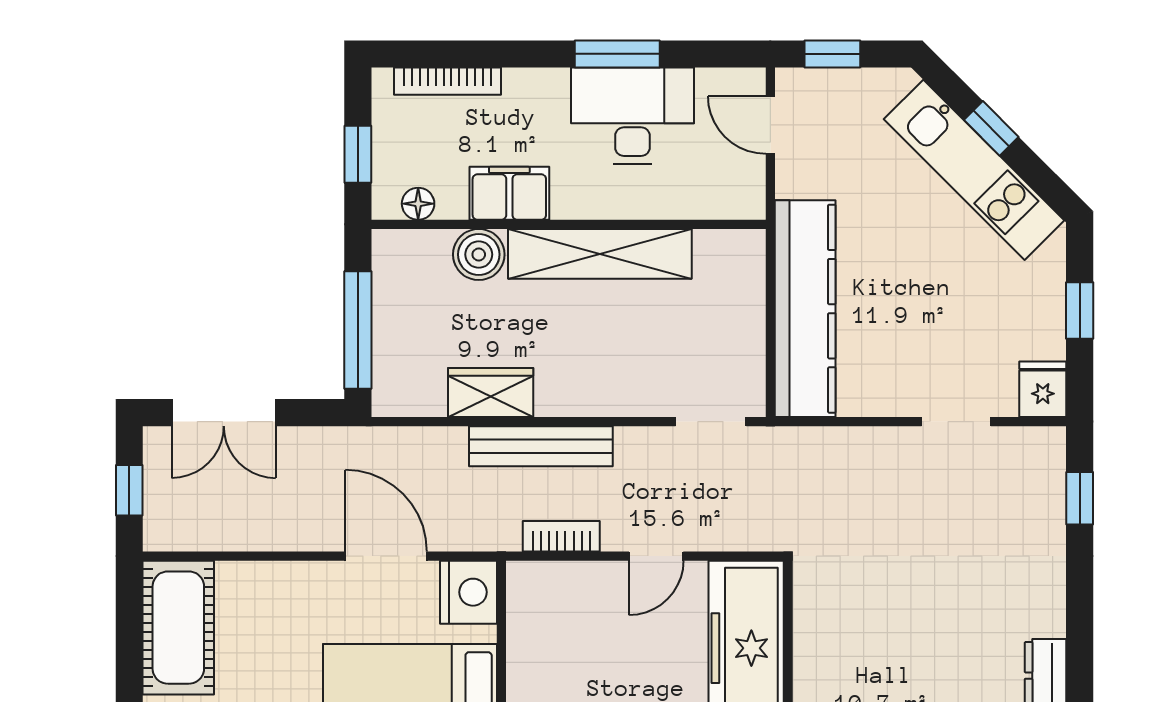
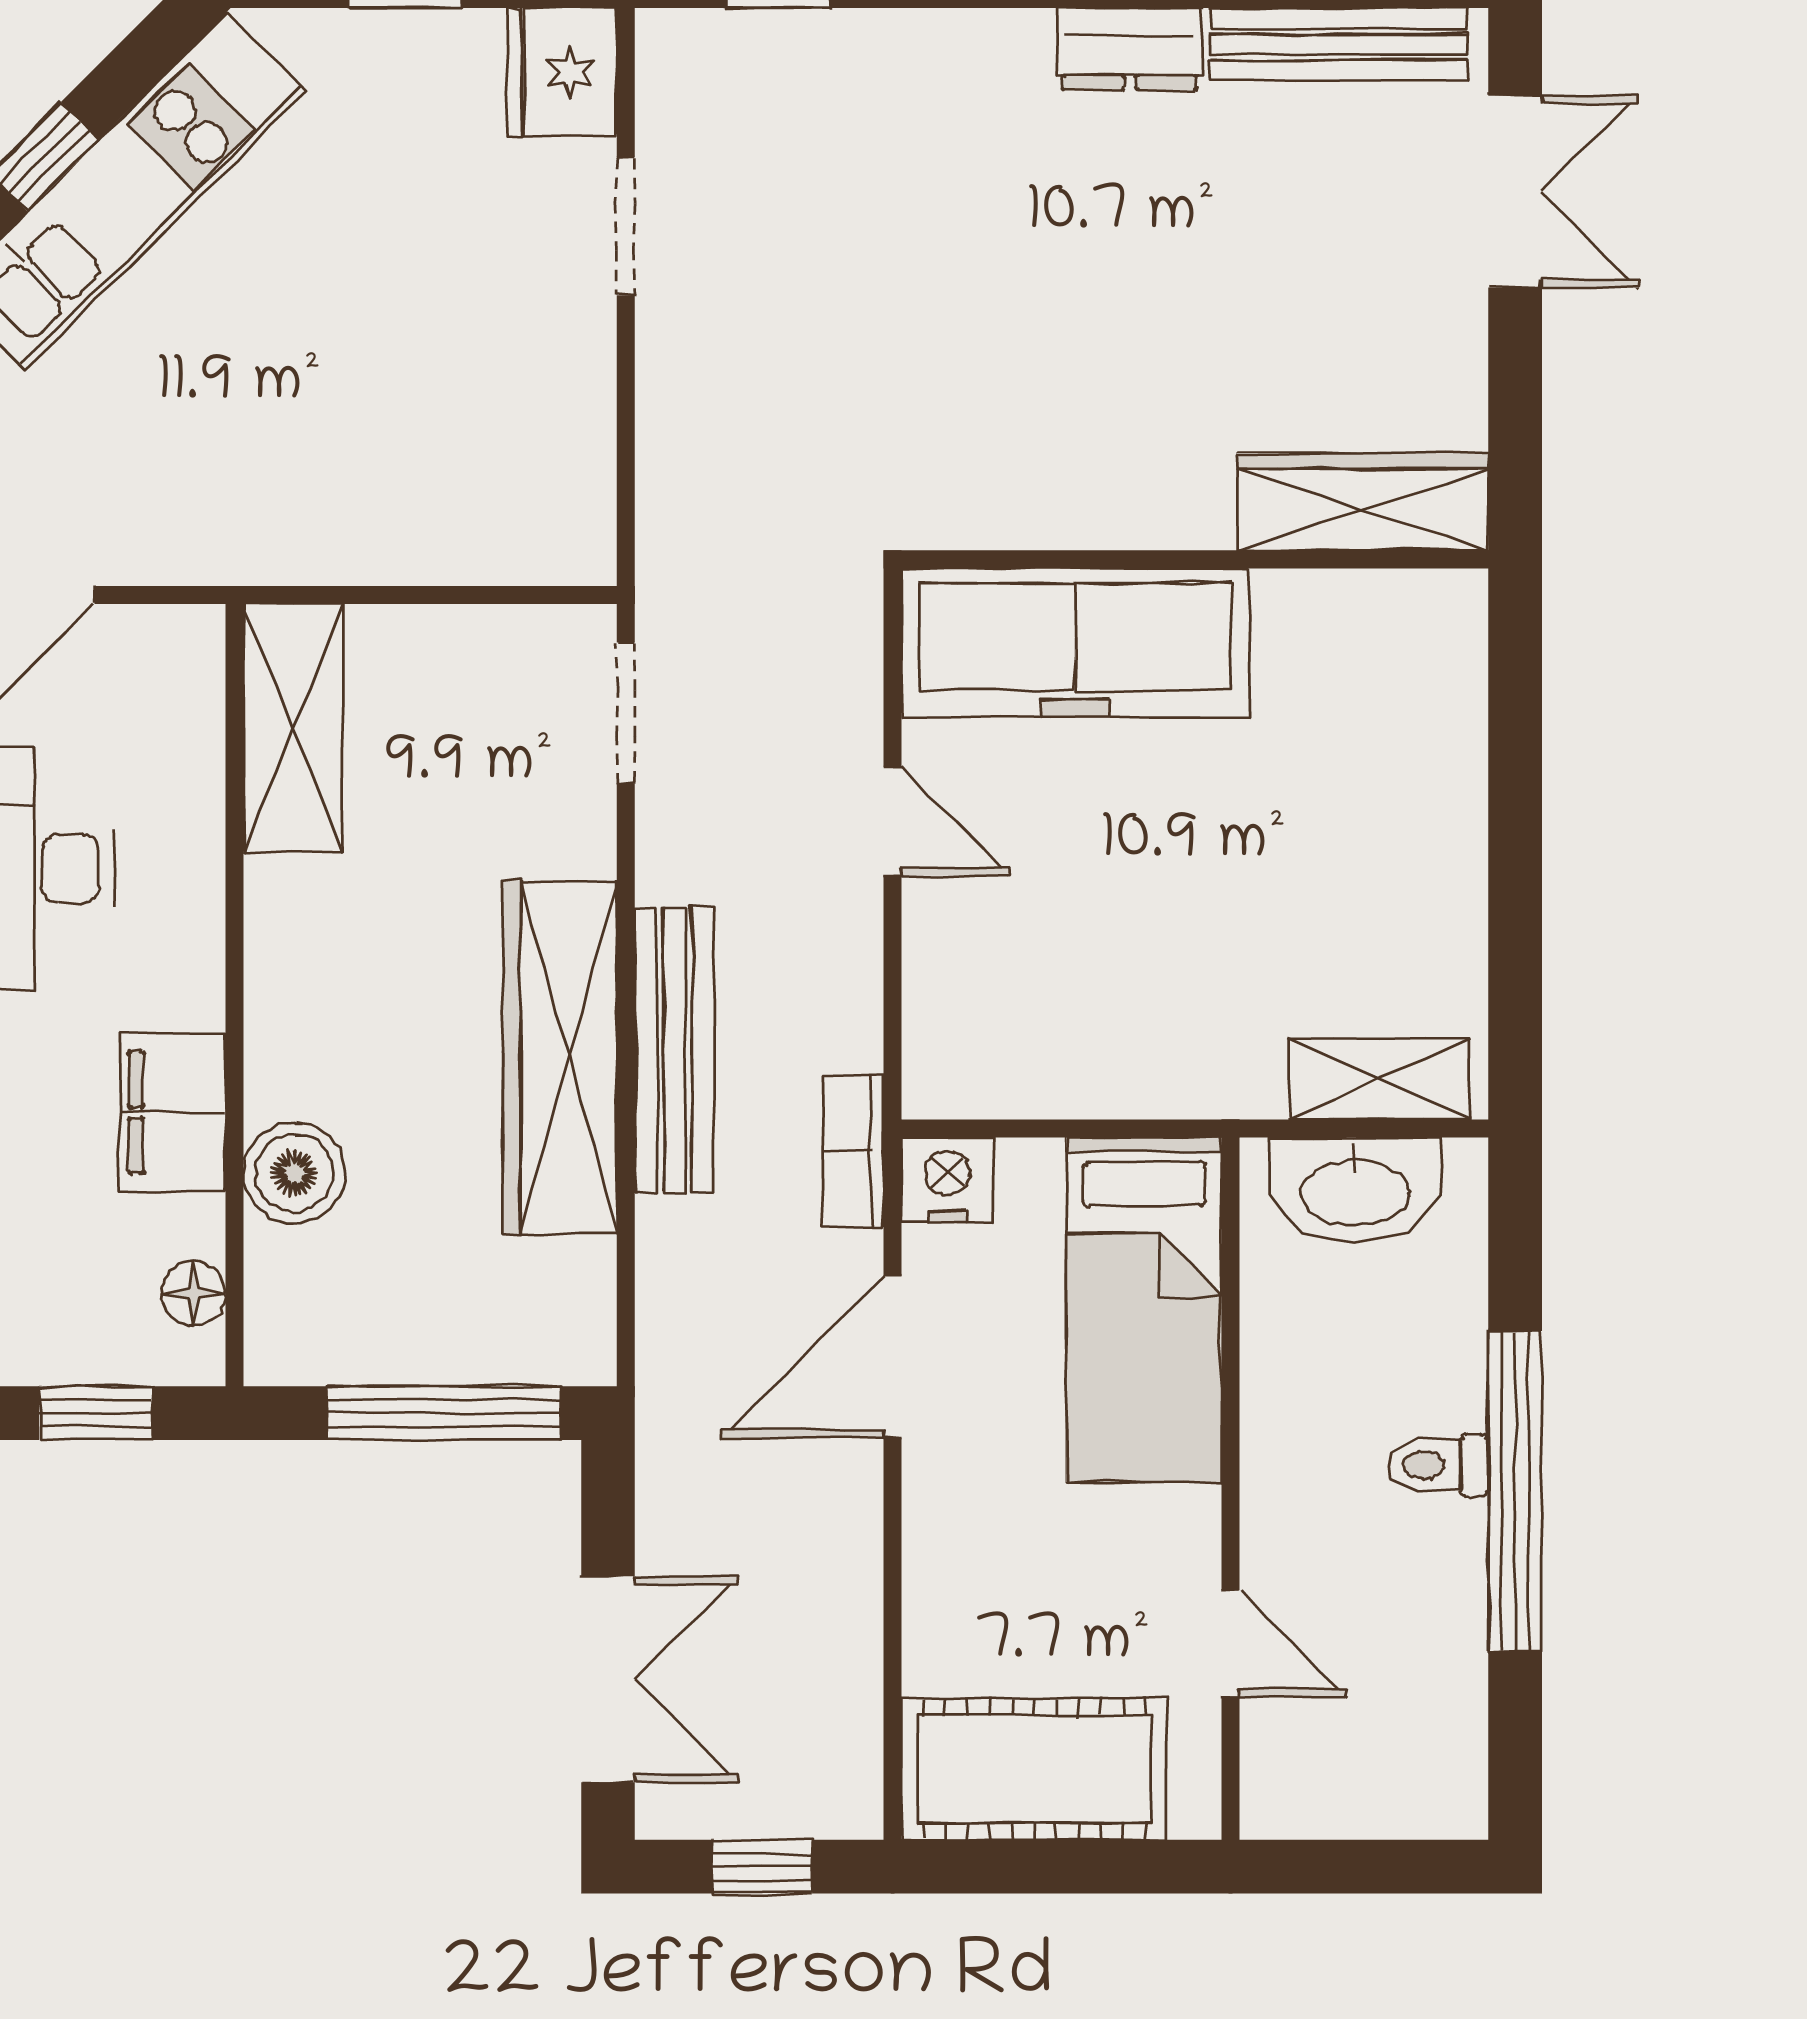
shelving: (600, 254) -> (293, 728), moved, width x0.68
kitchen counter: (805, 309) -> (402, 526), removed
fridge: (1043, 389) -> (562, 72), width x1.38
wardrobe: (491, 393) -> (560, 1057), width x2.10, depth x1.17
bookcase: (561, 536) -> (853, 1151), moved
nightstand: (468, 592) -> (948, 1180), width x0.74, depth x0.75

